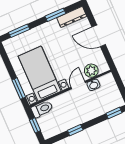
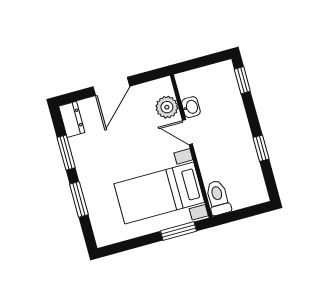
dresser: (72, 17) -> (72, 119), width x0.70
window: (19, 31) -> (79, 199), moved
window: (35, 125) -> (243, 213), removed

